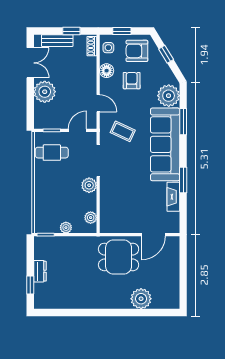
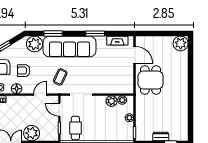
plant: (89, 185) -> (112, 101), moved
fireplace: (173, 197) -> (117, 41), moved
plant: (141, 299) -> (181, 43), moved

